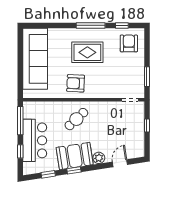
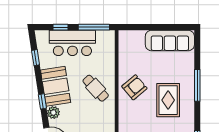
window: (91, 25) -> (197, 85), moved
sofa: (35, 59) -> (170, 41), width x0.74, depth x0.79
armchair: (76, 83) -> (134, 87), turned 47
window: (74, 170) -> (42, 101), moved

